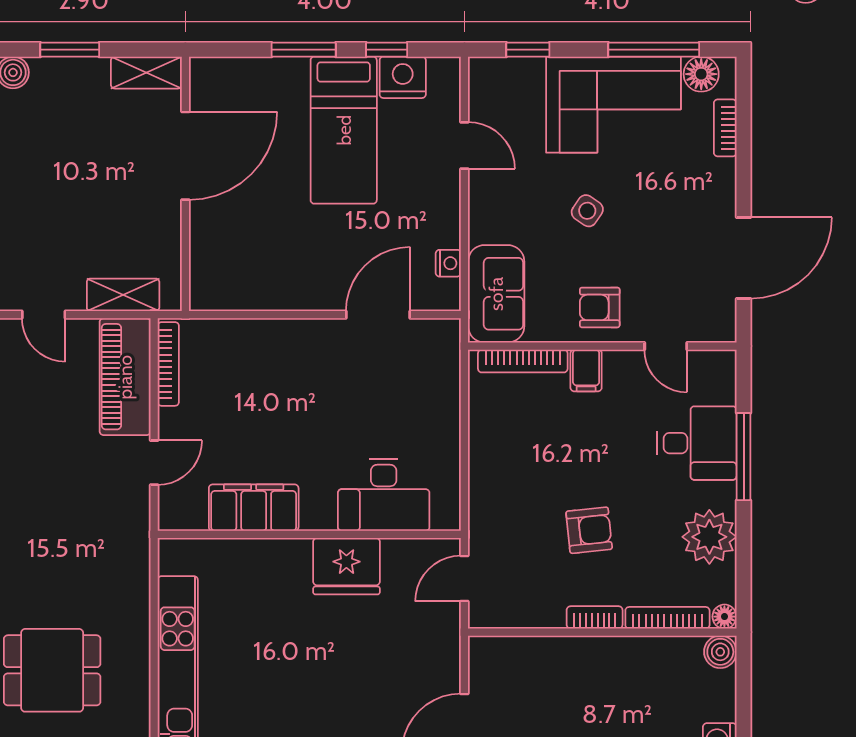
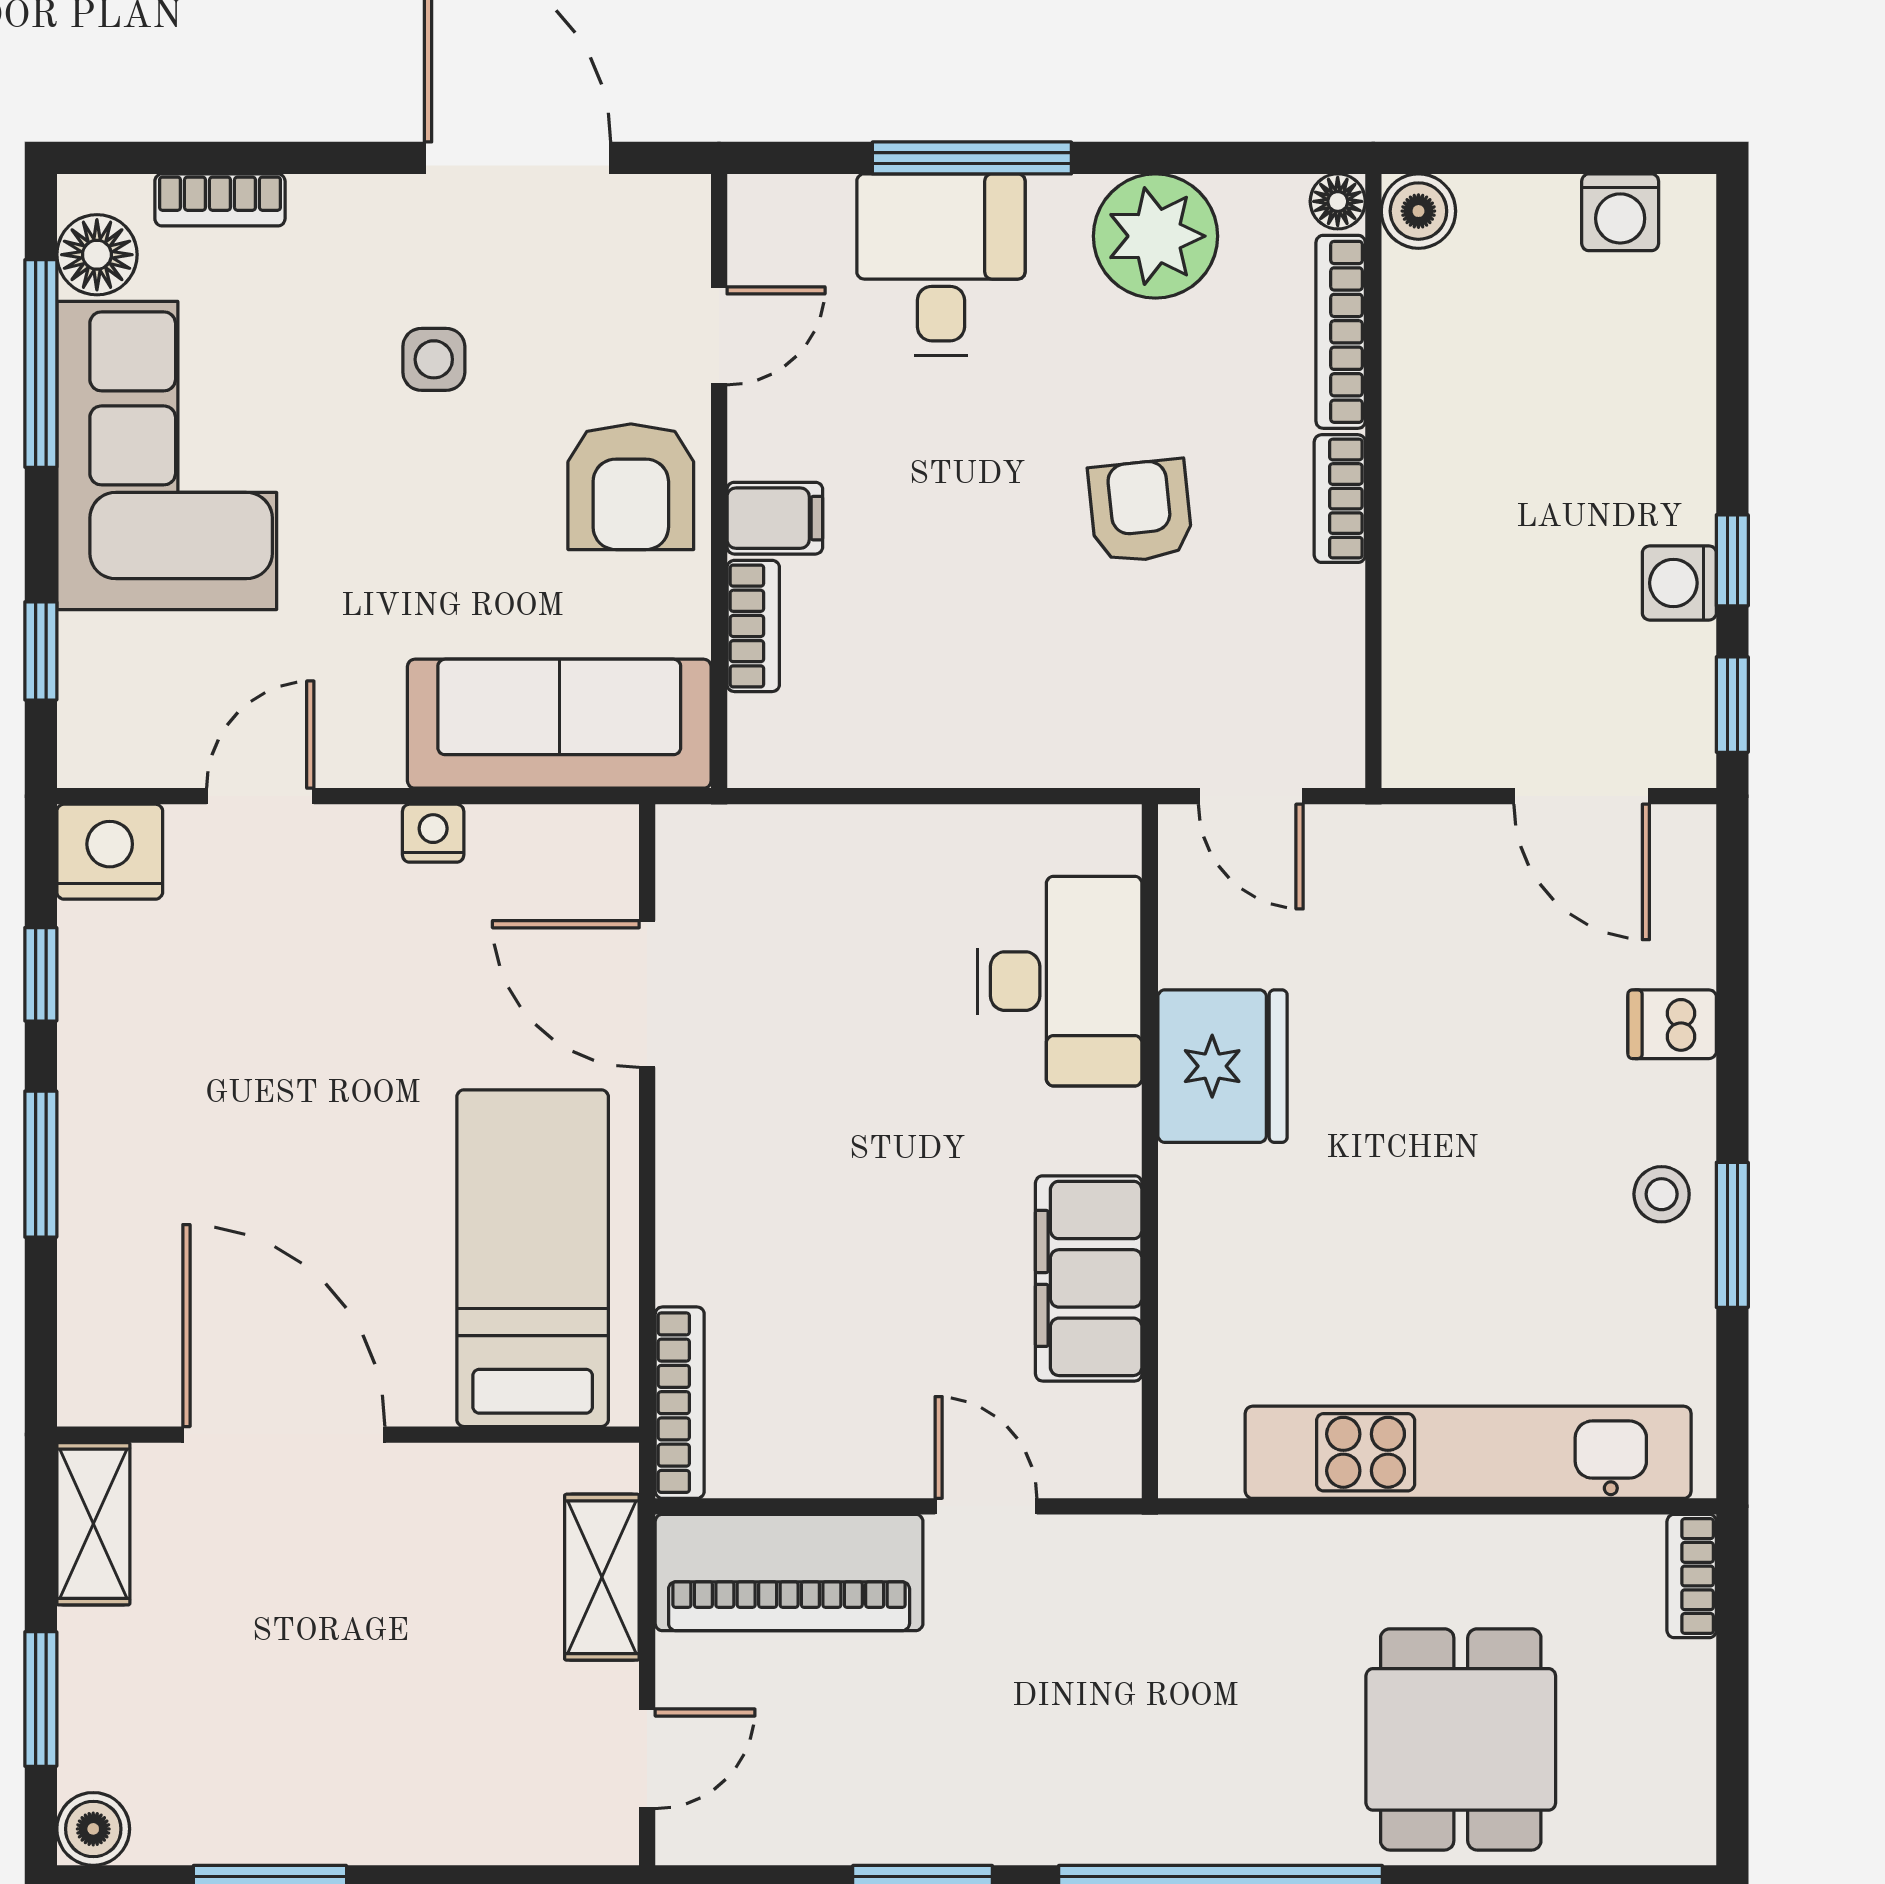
nightstand: (403, 77) -> (110, 852), moved, turned 90
bed: (344, 130) -> (533, 1258), moved, turned -90
side table: (587, 211) -> (434, 359), moved, turned -34
nightstand: (448, 263) -> (433, 833), moved
sofa: (496, 294) -> (559, 724), width x1.36
armchair: (600, 307) -> (631, 487), width x1.38, depth x1.38
bookcase: (523, 361) -> (753, 626), width x0.64
bookcase: (168, 364) -> (680, 1403), moved, turned 90

